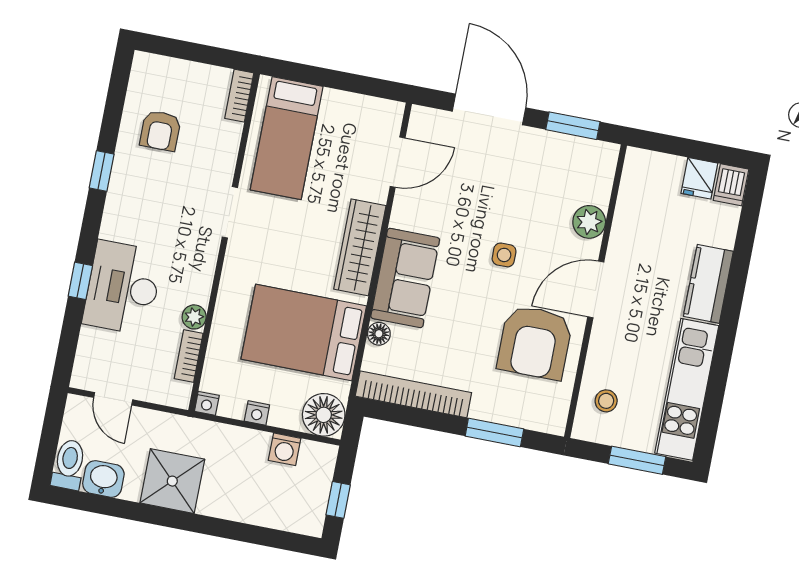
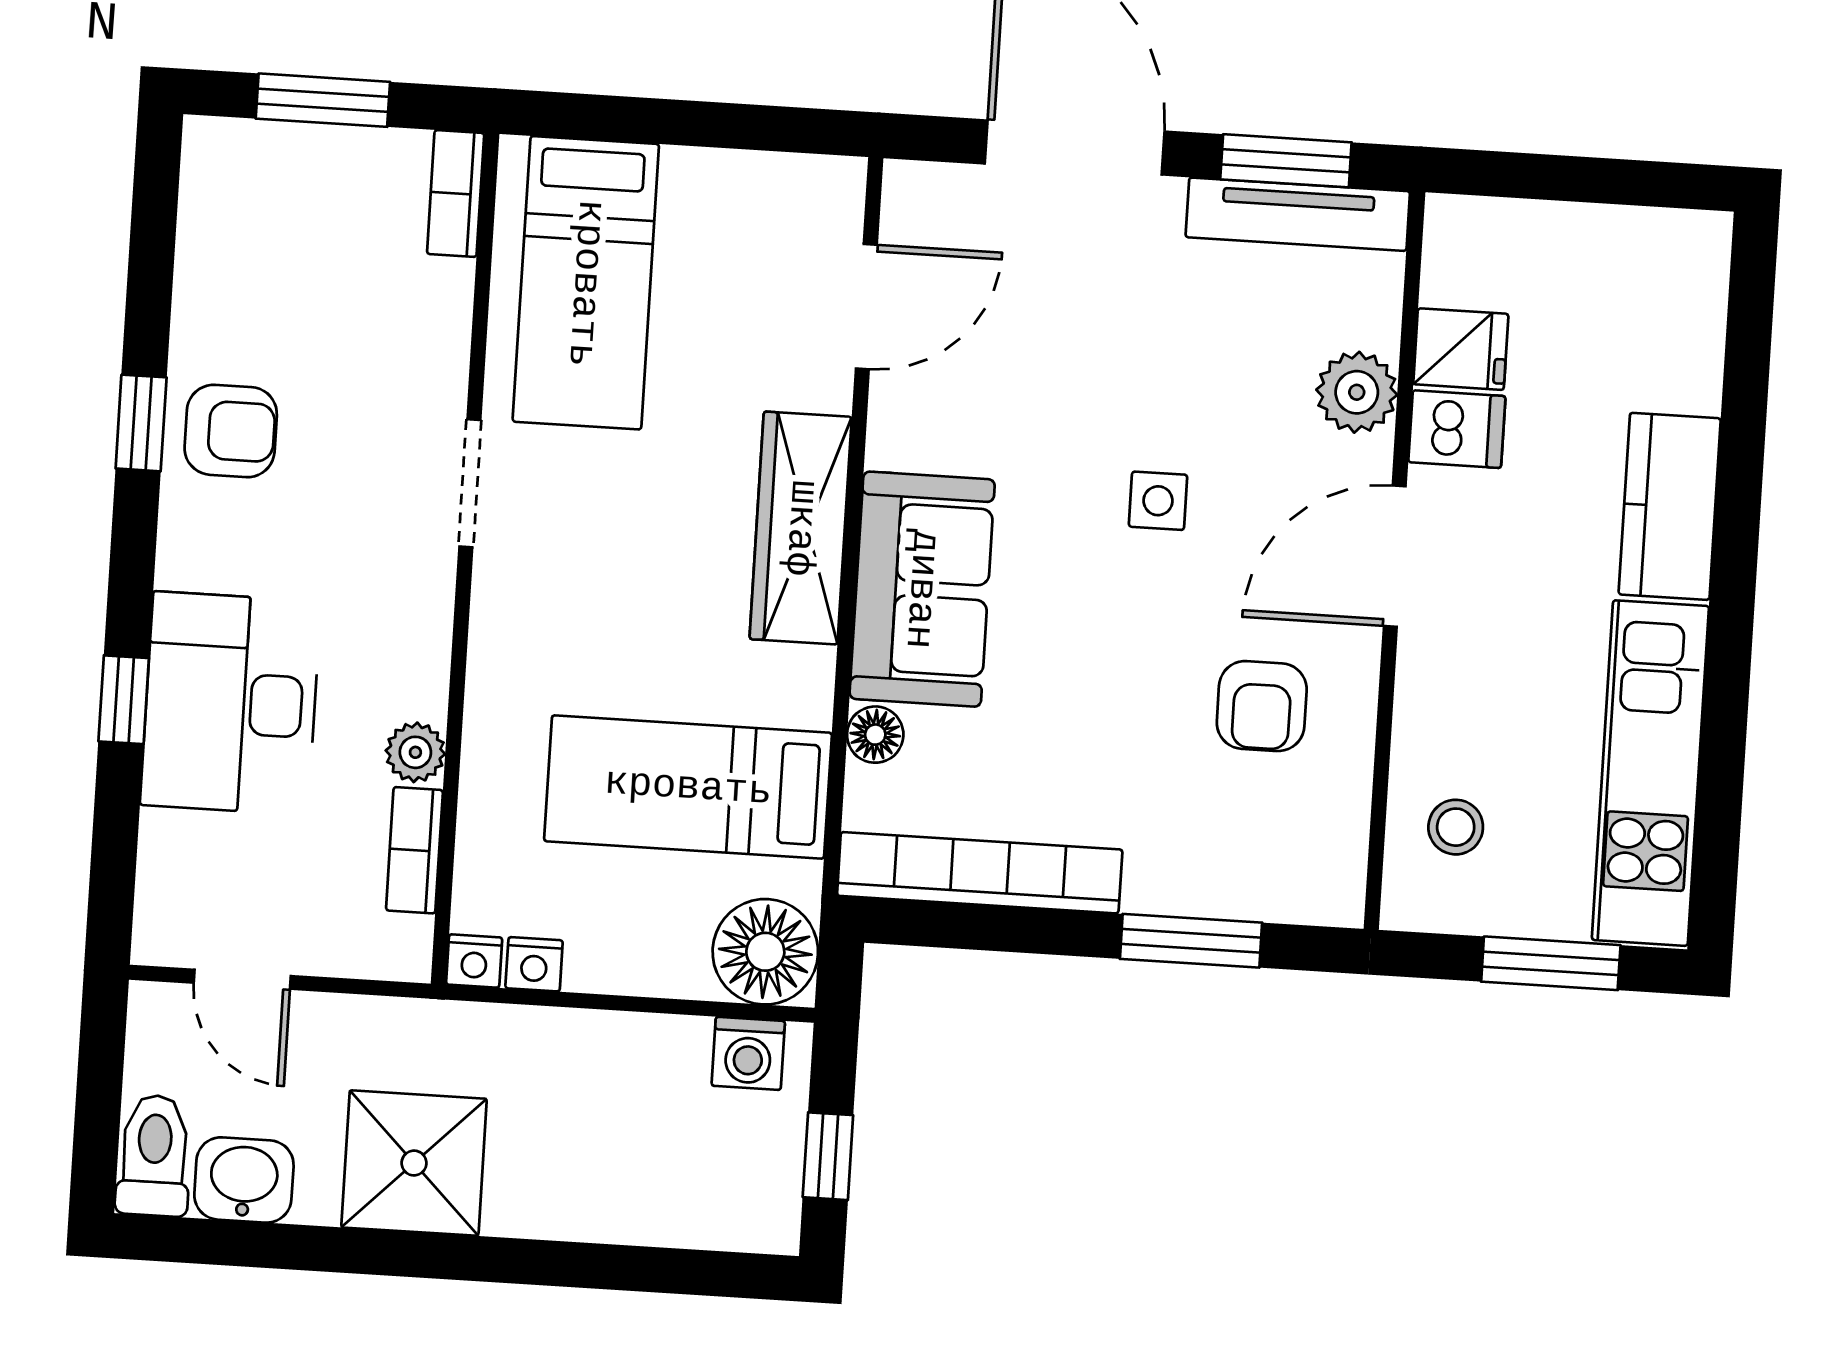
window: (191, 51) -> (323, 100), added
armchair: (160, 131) -> (231, 431), moved, turned -90
tv unit: (575, 148) -> (1298, 214), added
fridge: (699, 178) -> (1461, 349), moved, turned -90
dishwasher: (731, 185) -> (1457, 429), moved, turned -90
bed: (304, 332) -> (688, 787), width x0.67
armchair: (535, 342) -> (1262, 706), width x0.53, depth x0.53
nightstand: (257, 413) -> (534, 964), moved
washing machine: (285, 449) -> (748, 1053), moved

